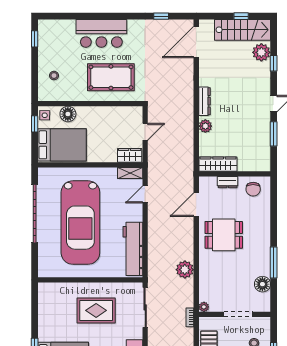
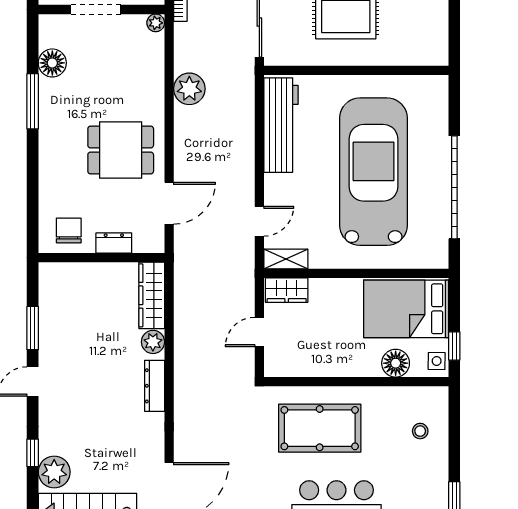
wardrobe: (218, 164) -> (152, 295), moved, turned 90

